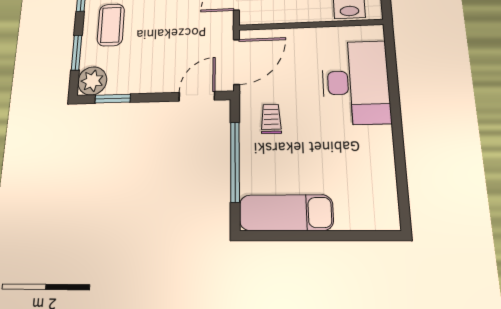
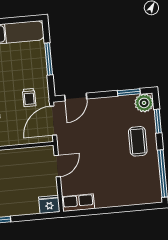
trolley: (271, 119) -> (29, 98), moved
window: (235, 162) -> (49, 59), width x0.68

